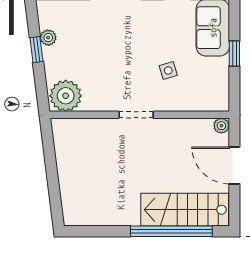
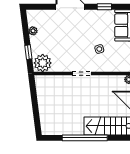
window: (36, 50) -> (28, 52), moved
window: (171, 231) -> (85, 138), moved

